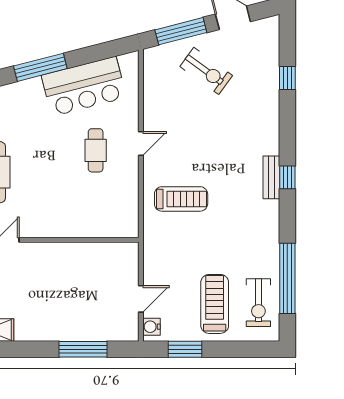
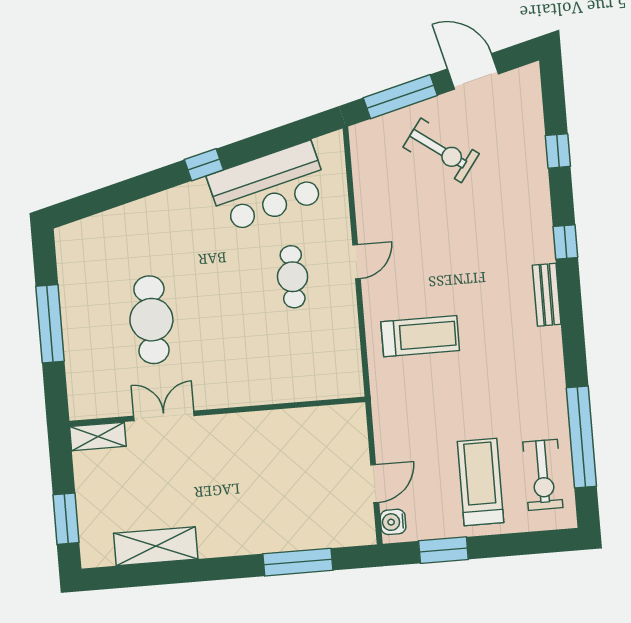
window: (40, 67) -> (204, 165), width x0.46
window: (287, 177) -> (565, 242), moved

